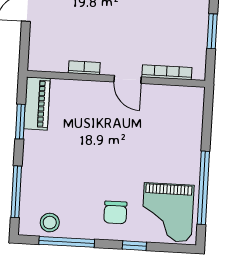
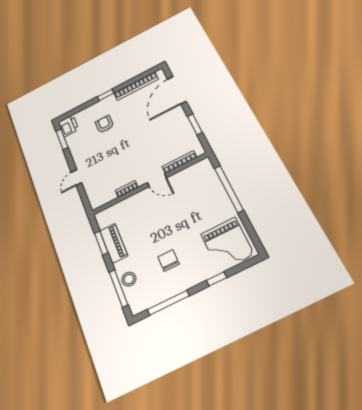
piano: (37, 104) -> (114, 243), moved
window: (203, 188) -> (229, 189), moved
chair: (115, 212) -> (168, 260), moved, turned 180
stool: (50, 223) -> (129, 279), moved

